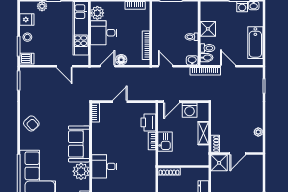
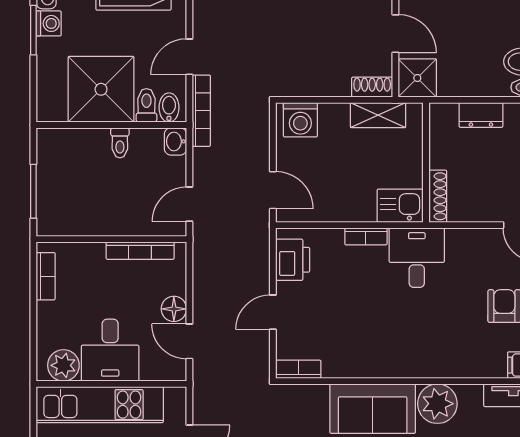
shower: (208, 29) -> (101, 89), width x1.86, depth x1.86
door: (120, 102) -> (273, 312), hinge flipped
washing machine: (190, 110) -> (300, 120), moved, turned 90
printer: (148, 122) -> (293, 260), moved, turned -90
shelving: (203, 133) -> (378, 115), moved
kitchen sink: (165, 142) -> (400, 206), moved
desk: (104, 166) -> (417, 258), moved, turned 180

